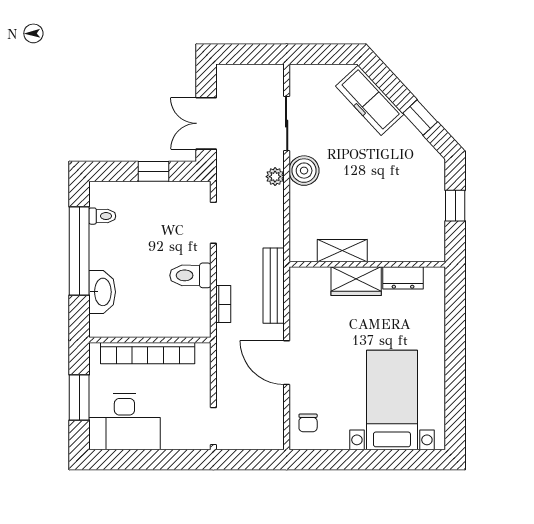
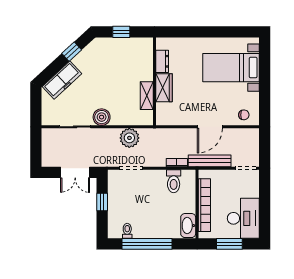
plant: (275, 177) -> (129, 138), moved, width x1.87, depth x1.87
toilet: (190, 275) -> (174, 181), moved
bench: (274, 286) -> (210, 161), moved
washbasin: (102, 292) -> (188, 226), moved, turned -90

